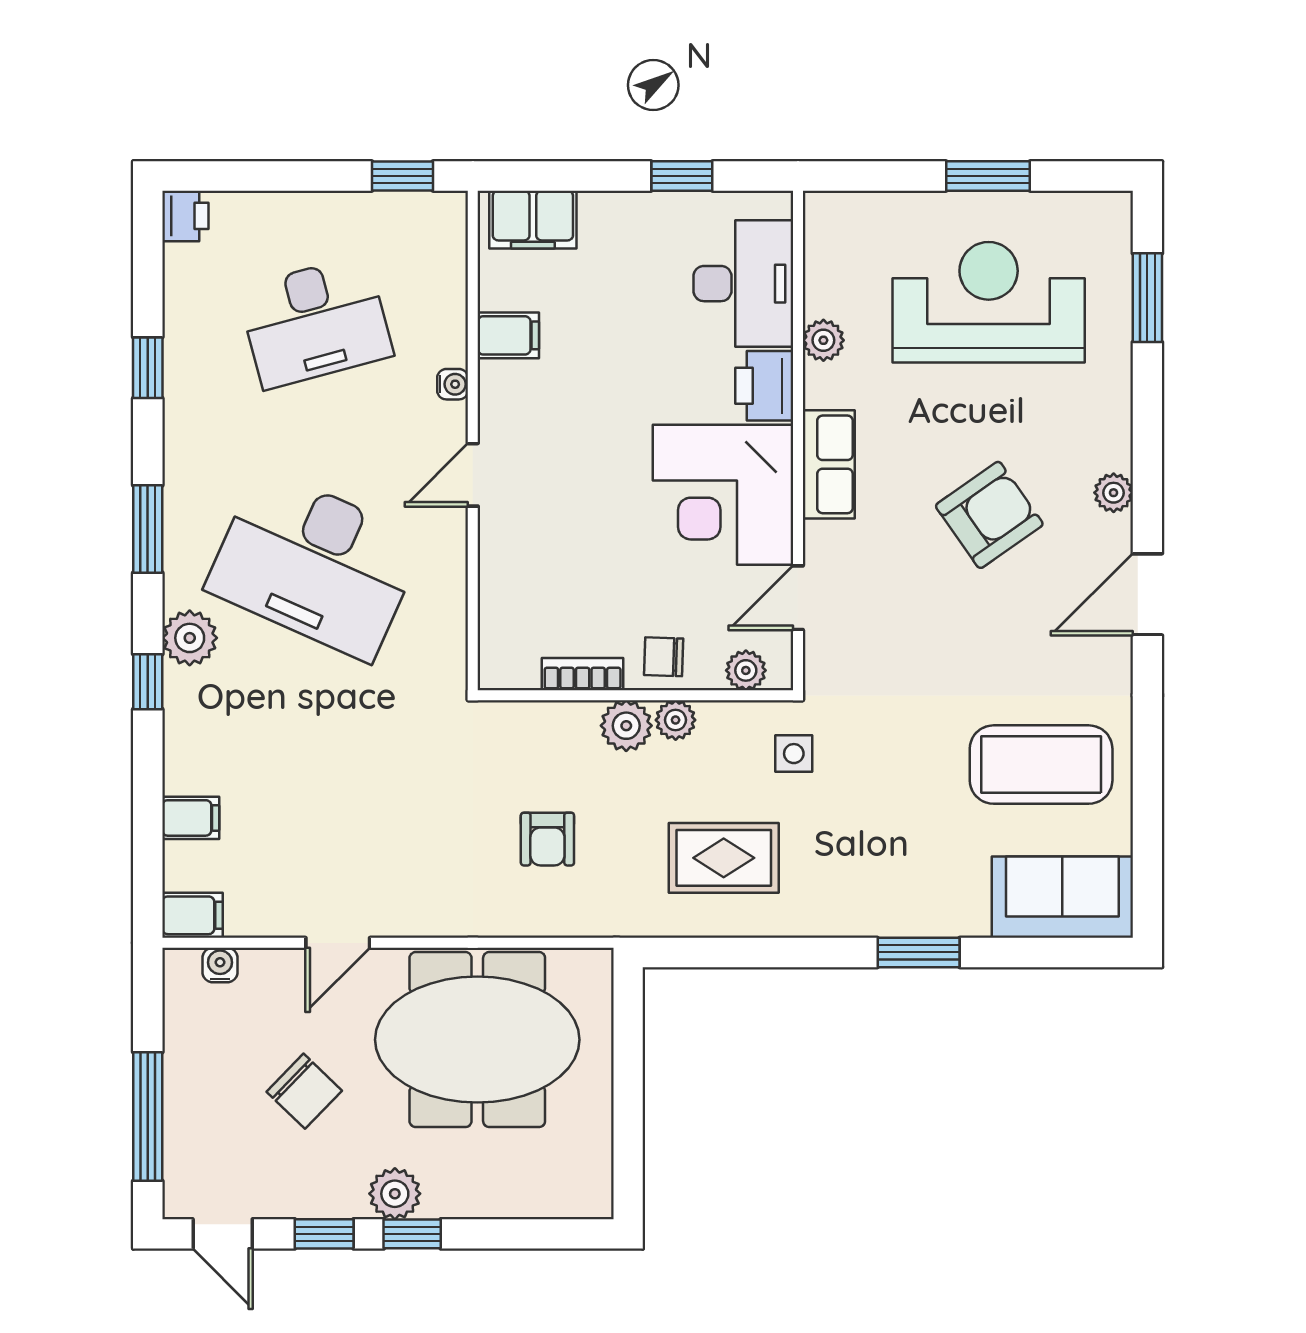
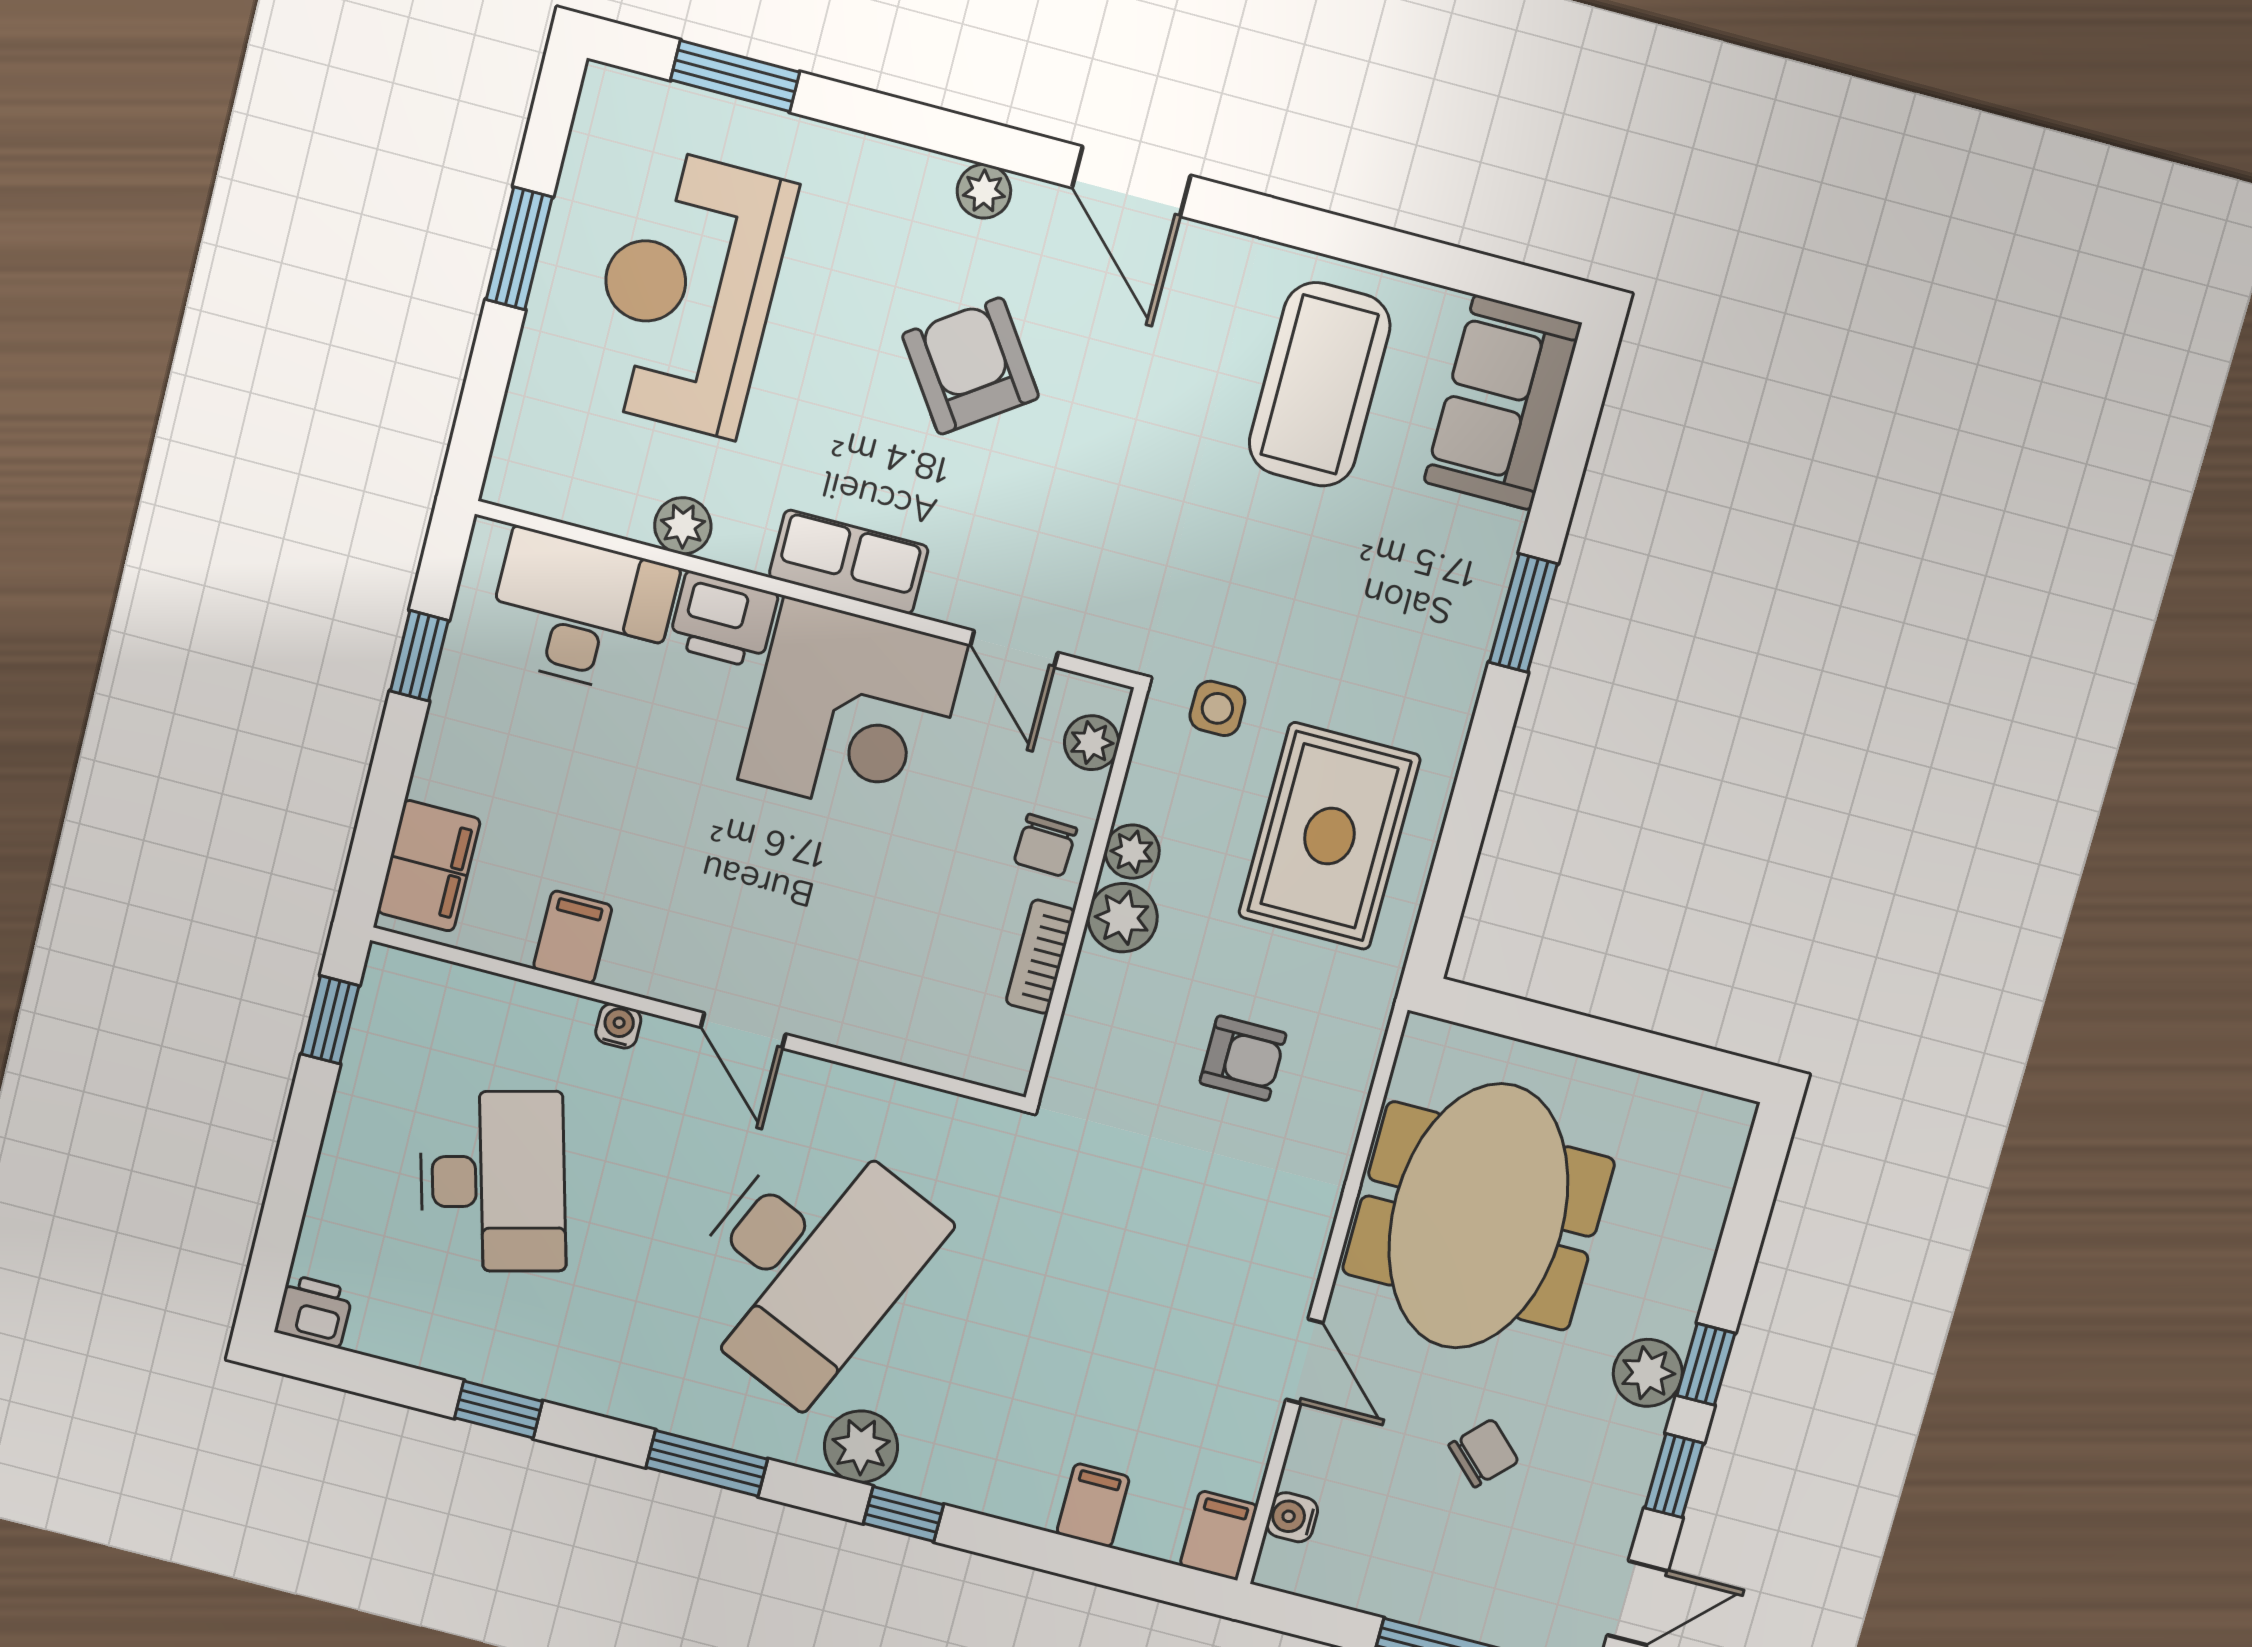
rug: (724, 858) -> (1329, 836), width x1.36, depth x1.43
chair: (304, 1091) -> (1484, 1453), width x0.73, depth x0.73

